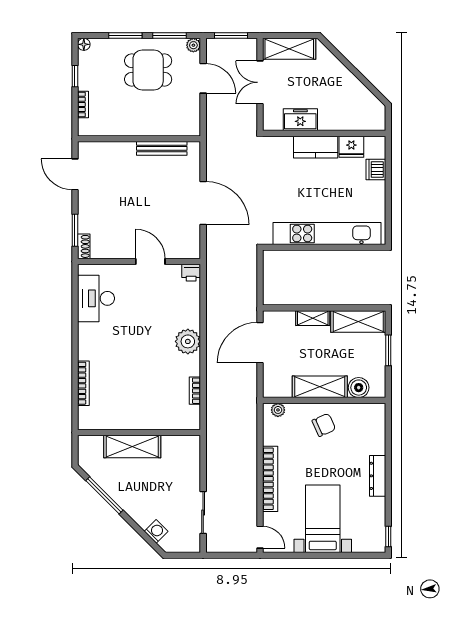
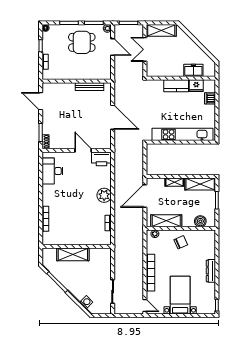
freezer: (300, 120) -> (193, 70), moved
printer: (191, 273) -> (101, 159), width x1.87, depth x1.48
shelving: (320, 387) -> (166, 221), moved

